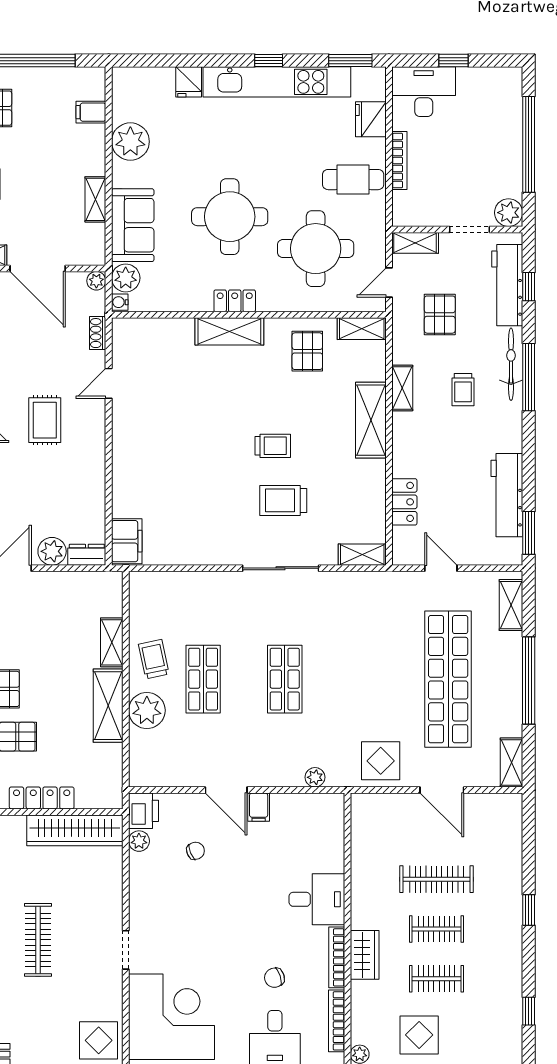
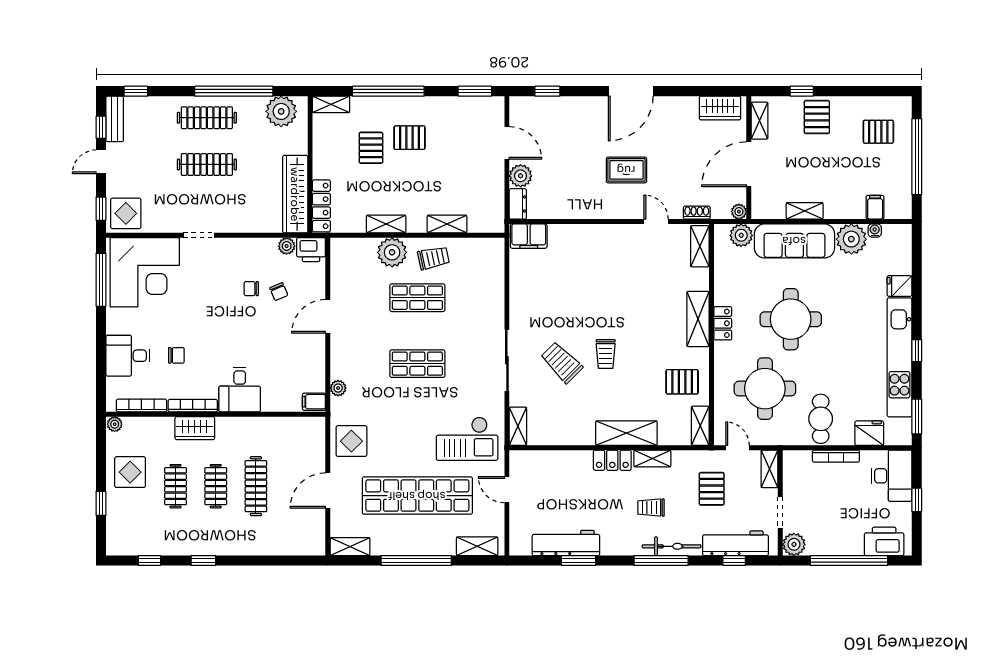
printer: (505, 101) -> (884, 541), added
sofa: (133, 225) -> (794, 241), width x1.36
water cooler: (120, 302) -> (875, 231), moved
pallet: (440, 315) -> (712, 489), turned 90
shelving: (139, 329) -> (700, 246), added
trolley: (283, 500) -> (562, 362), turned -45
locker: (404, 502) -> (612, 460), moved
window: (529, 533) -> (579, 561), moved
door: (441, 568) -> (507, 490), swing flipped
checkout: (378, 618) -> (467, 439), added
shelving: (108, 706) -> (386, 224), width x0.67, depth x0.75
locker: (42, 798) -> (321, 206), moved
filing cabinet: (259, 807) -> (314, 402), moved
chair: (192, 885) -> (251, 289), added
window: (529, 910) -> (203, 561), moved
chair: (274, 978) -> (176, 355), turned 108

